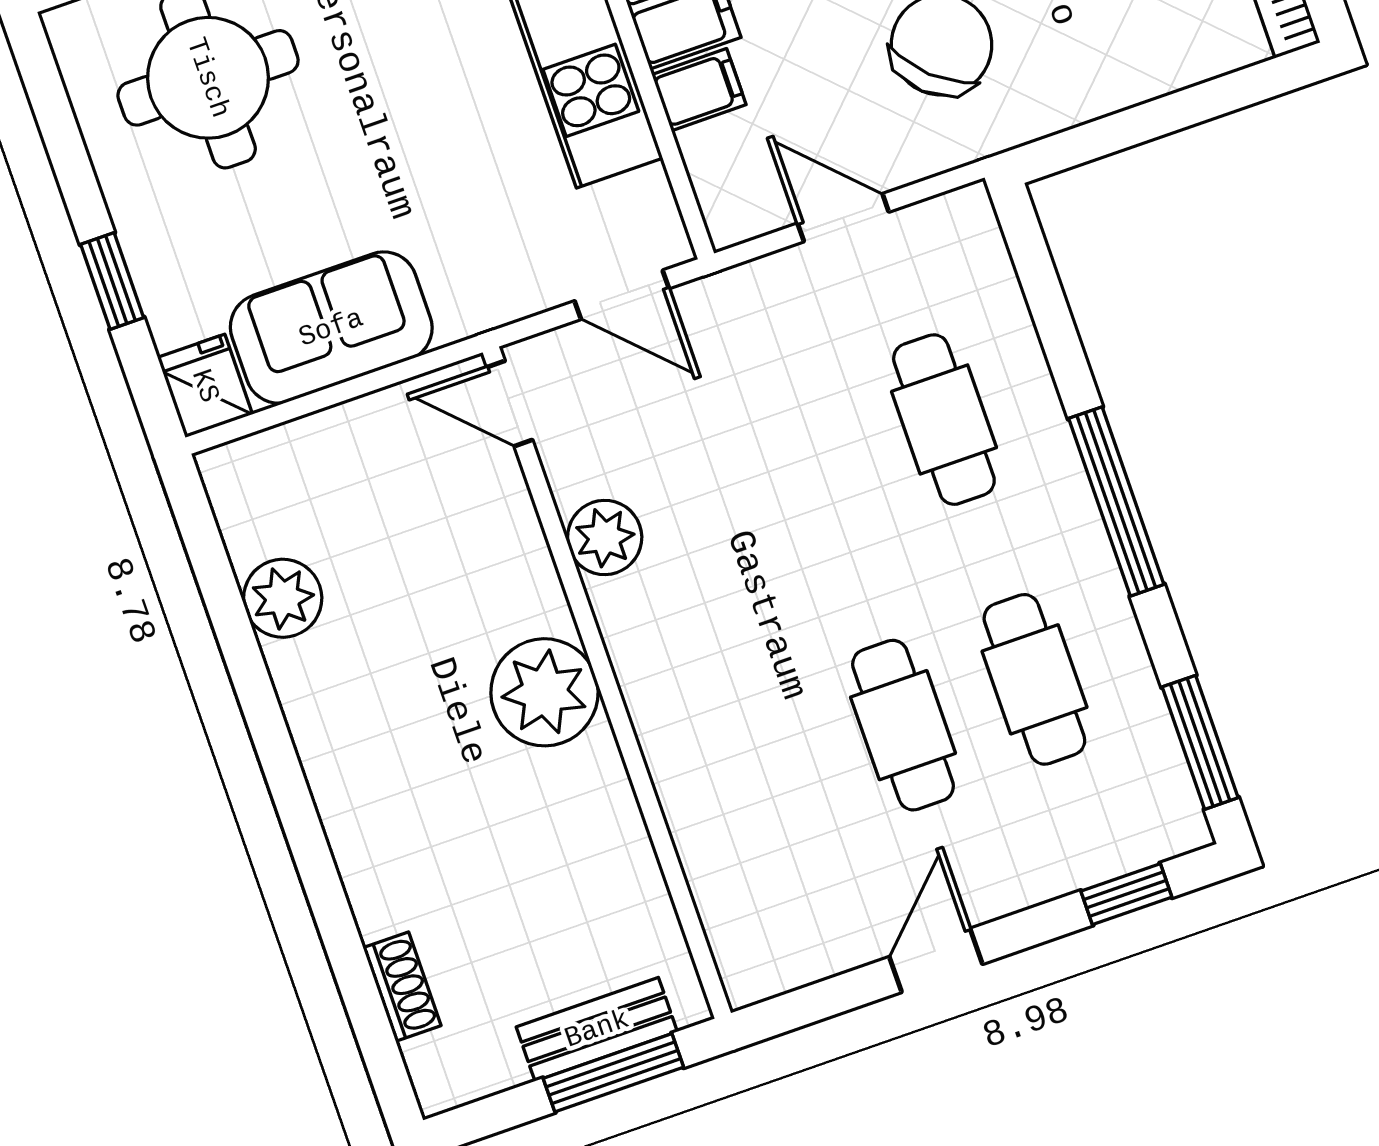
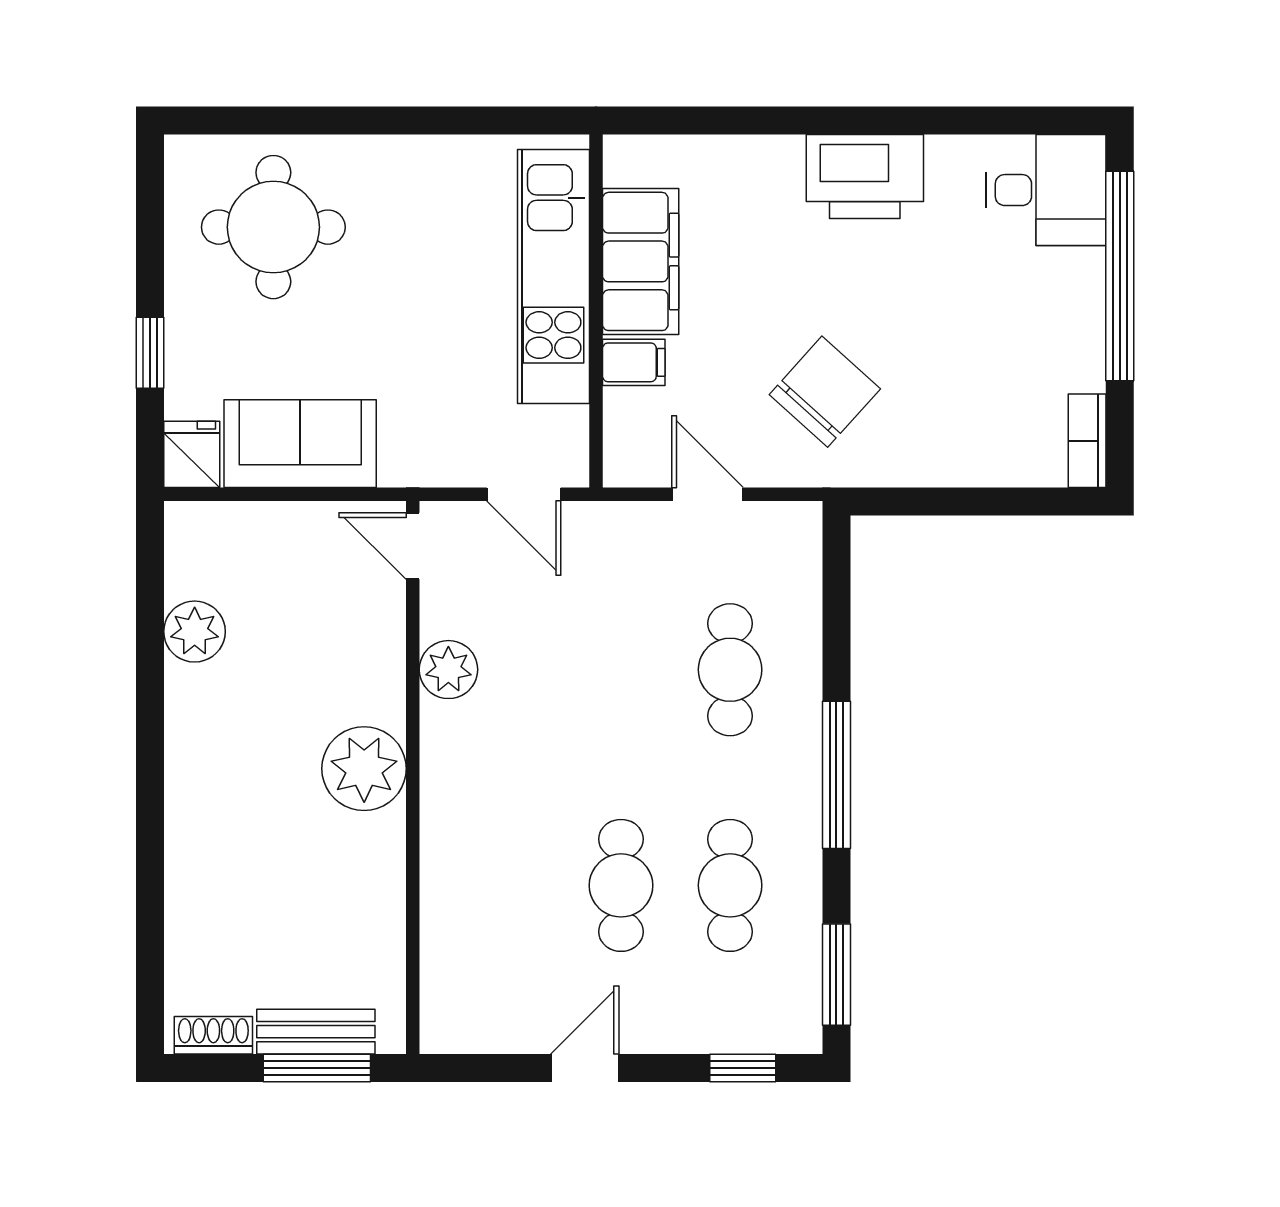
shoe rack: (402, 987) -> (213, 1035), moved, turned -90

